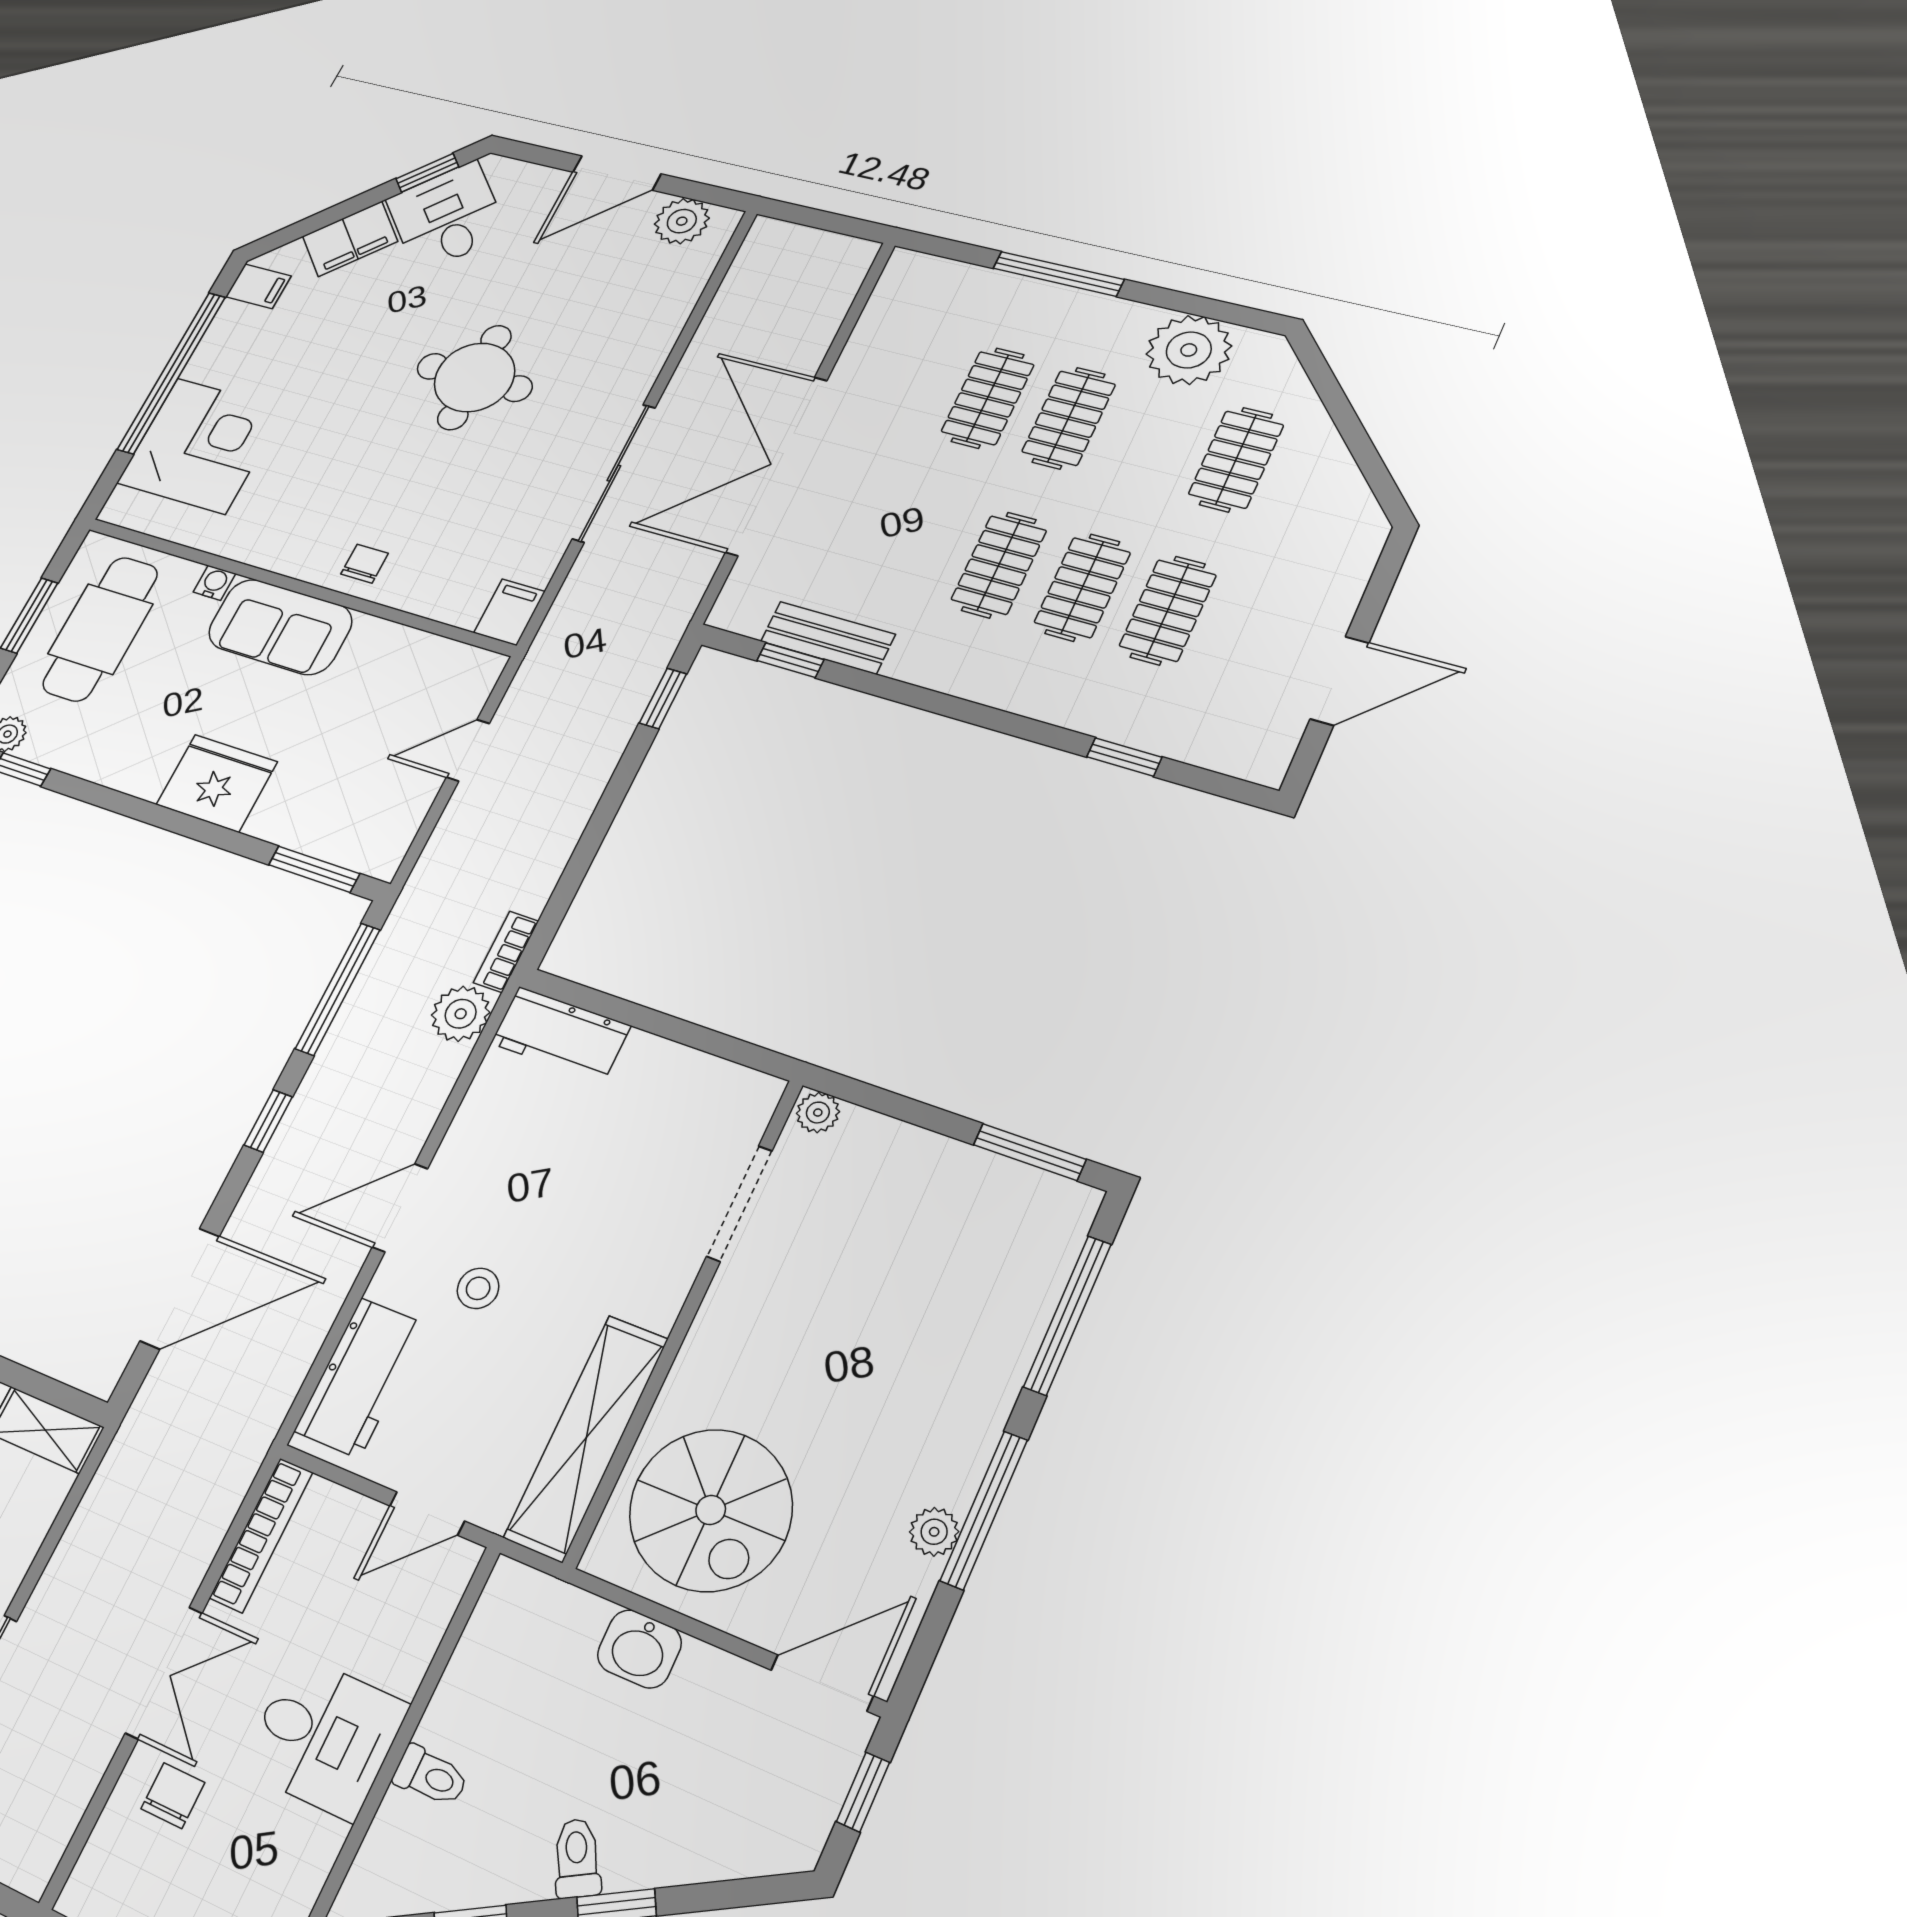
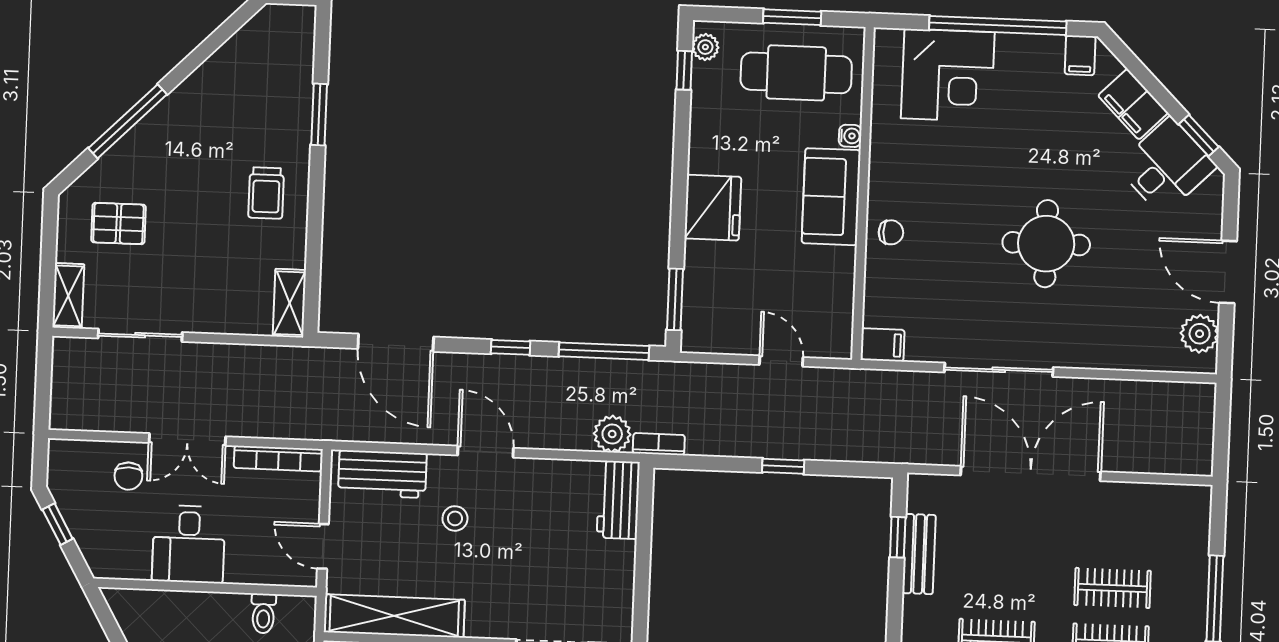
window: (663, 698) -> (783, 466), moved
toilet: (431, 1776) -> (263, 613), moved
chair: (173, 1796) -> (128, 476), turned 90

